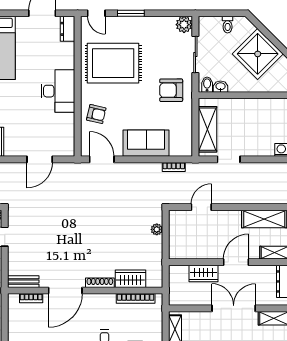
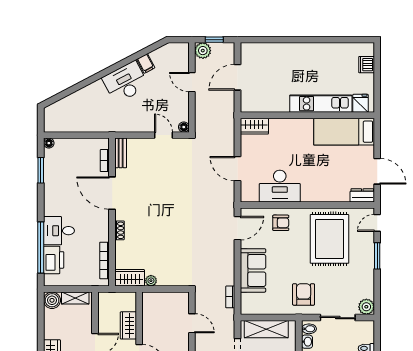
desk: (58, 91) -> (280, 186), moved
armchair: (96, 114) -> (281, 223), turned -103
plant: (157, 229) -> (151, 281), moved
wardrobe: (130, 279) -> (130, 278), moved, turned -90
shoe rack: (100, 283) -> (120, 230), width x0.70

